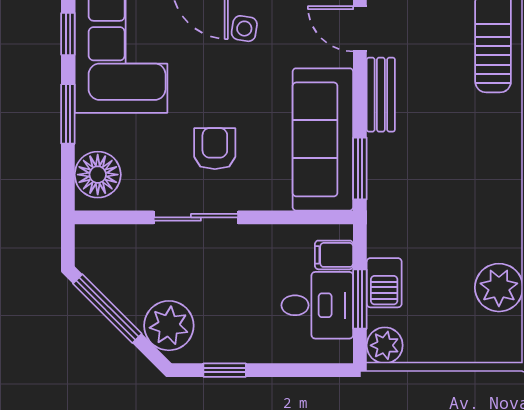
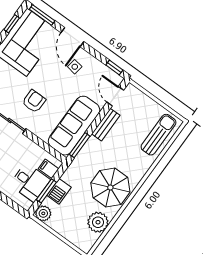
parasol: (475, 206) -> (110, 187), added

